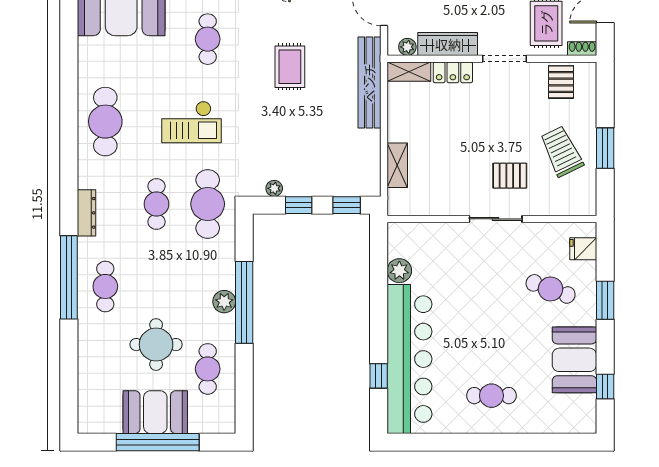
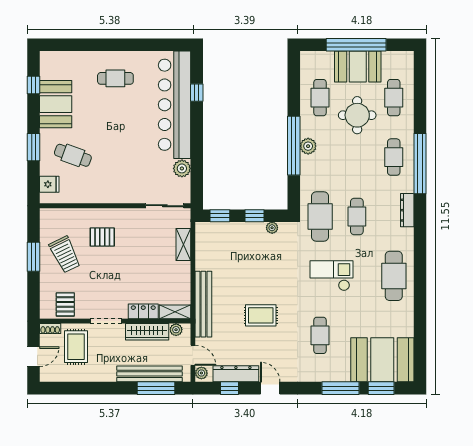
rug: (290, 67) -> (261, 315), turned 90
sliding door: (496, 219) -> (165, 206), moved
cafe table: (105, 369) -> (394, 98), added

